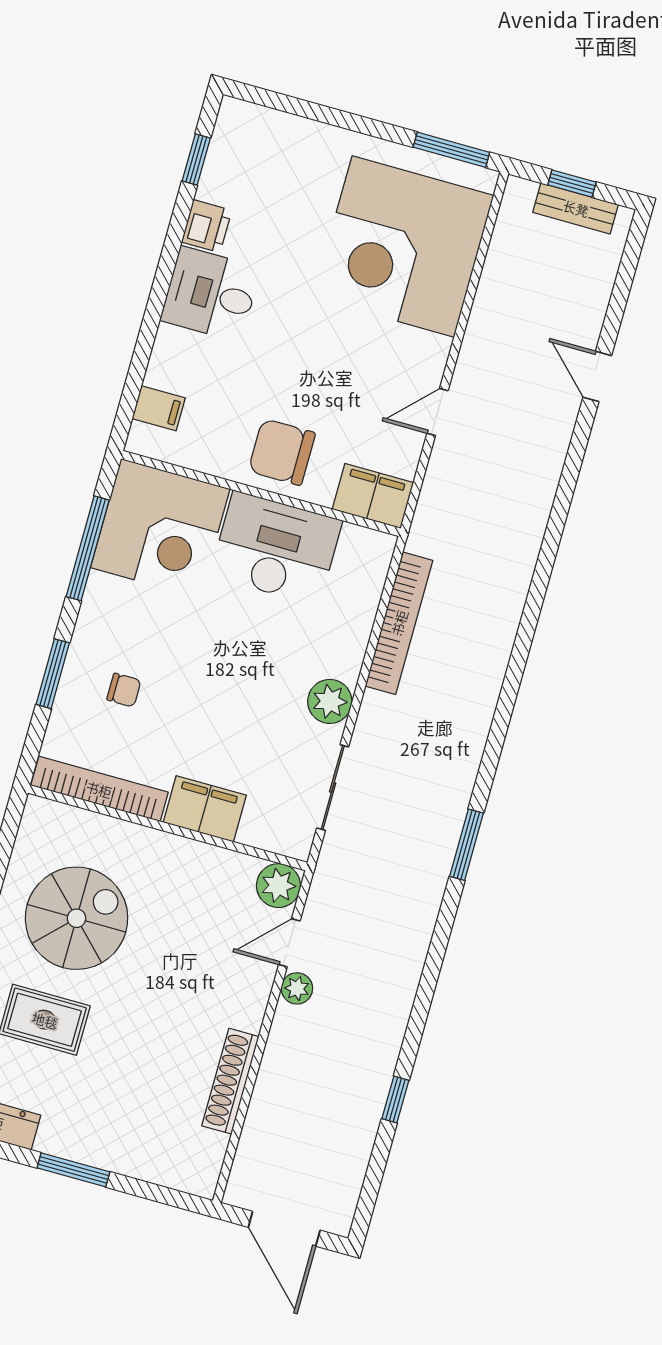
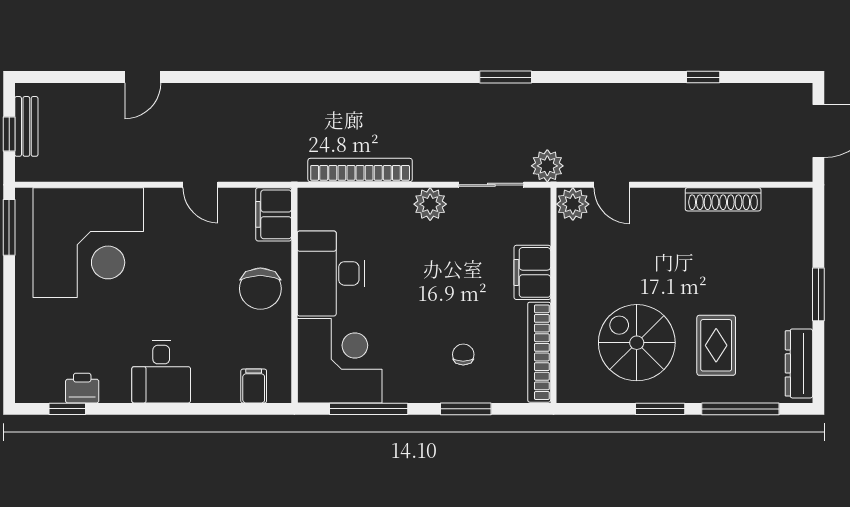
printer: (207, 226) -> (82, 388), moved
plant: (297, 988) -> (547, 166), moved, width x1.38, depth x1.38

